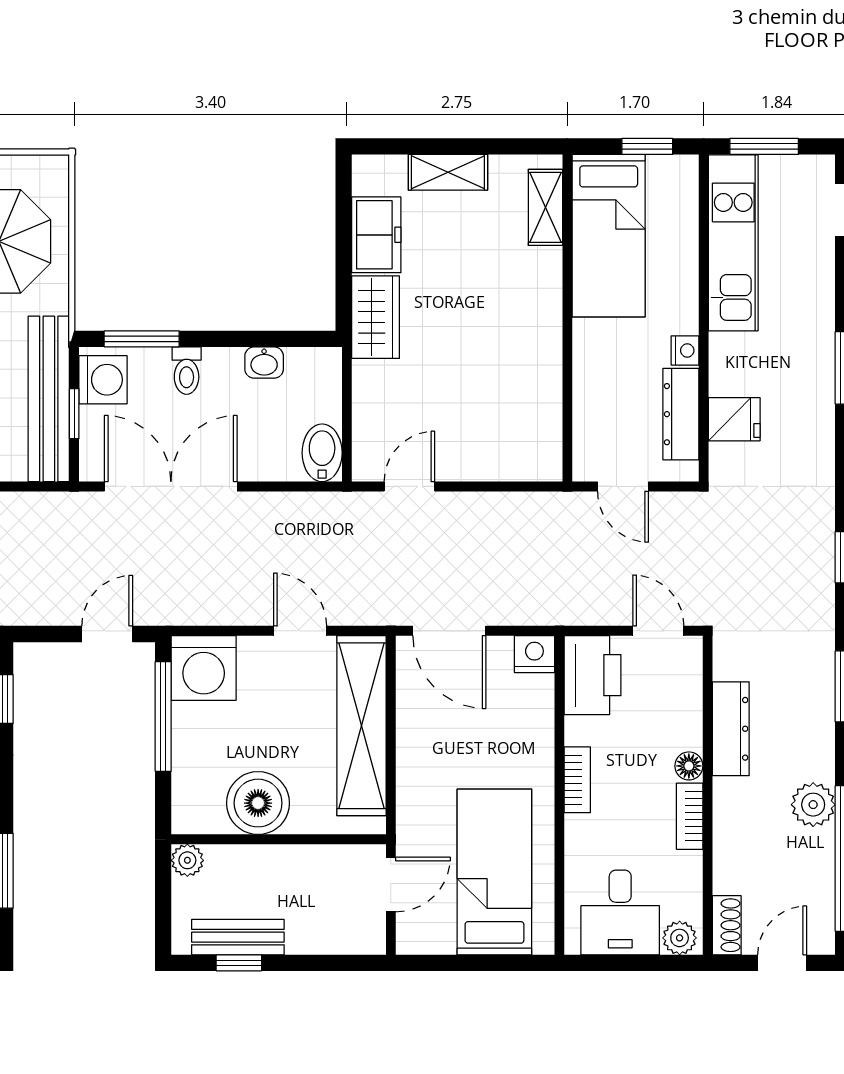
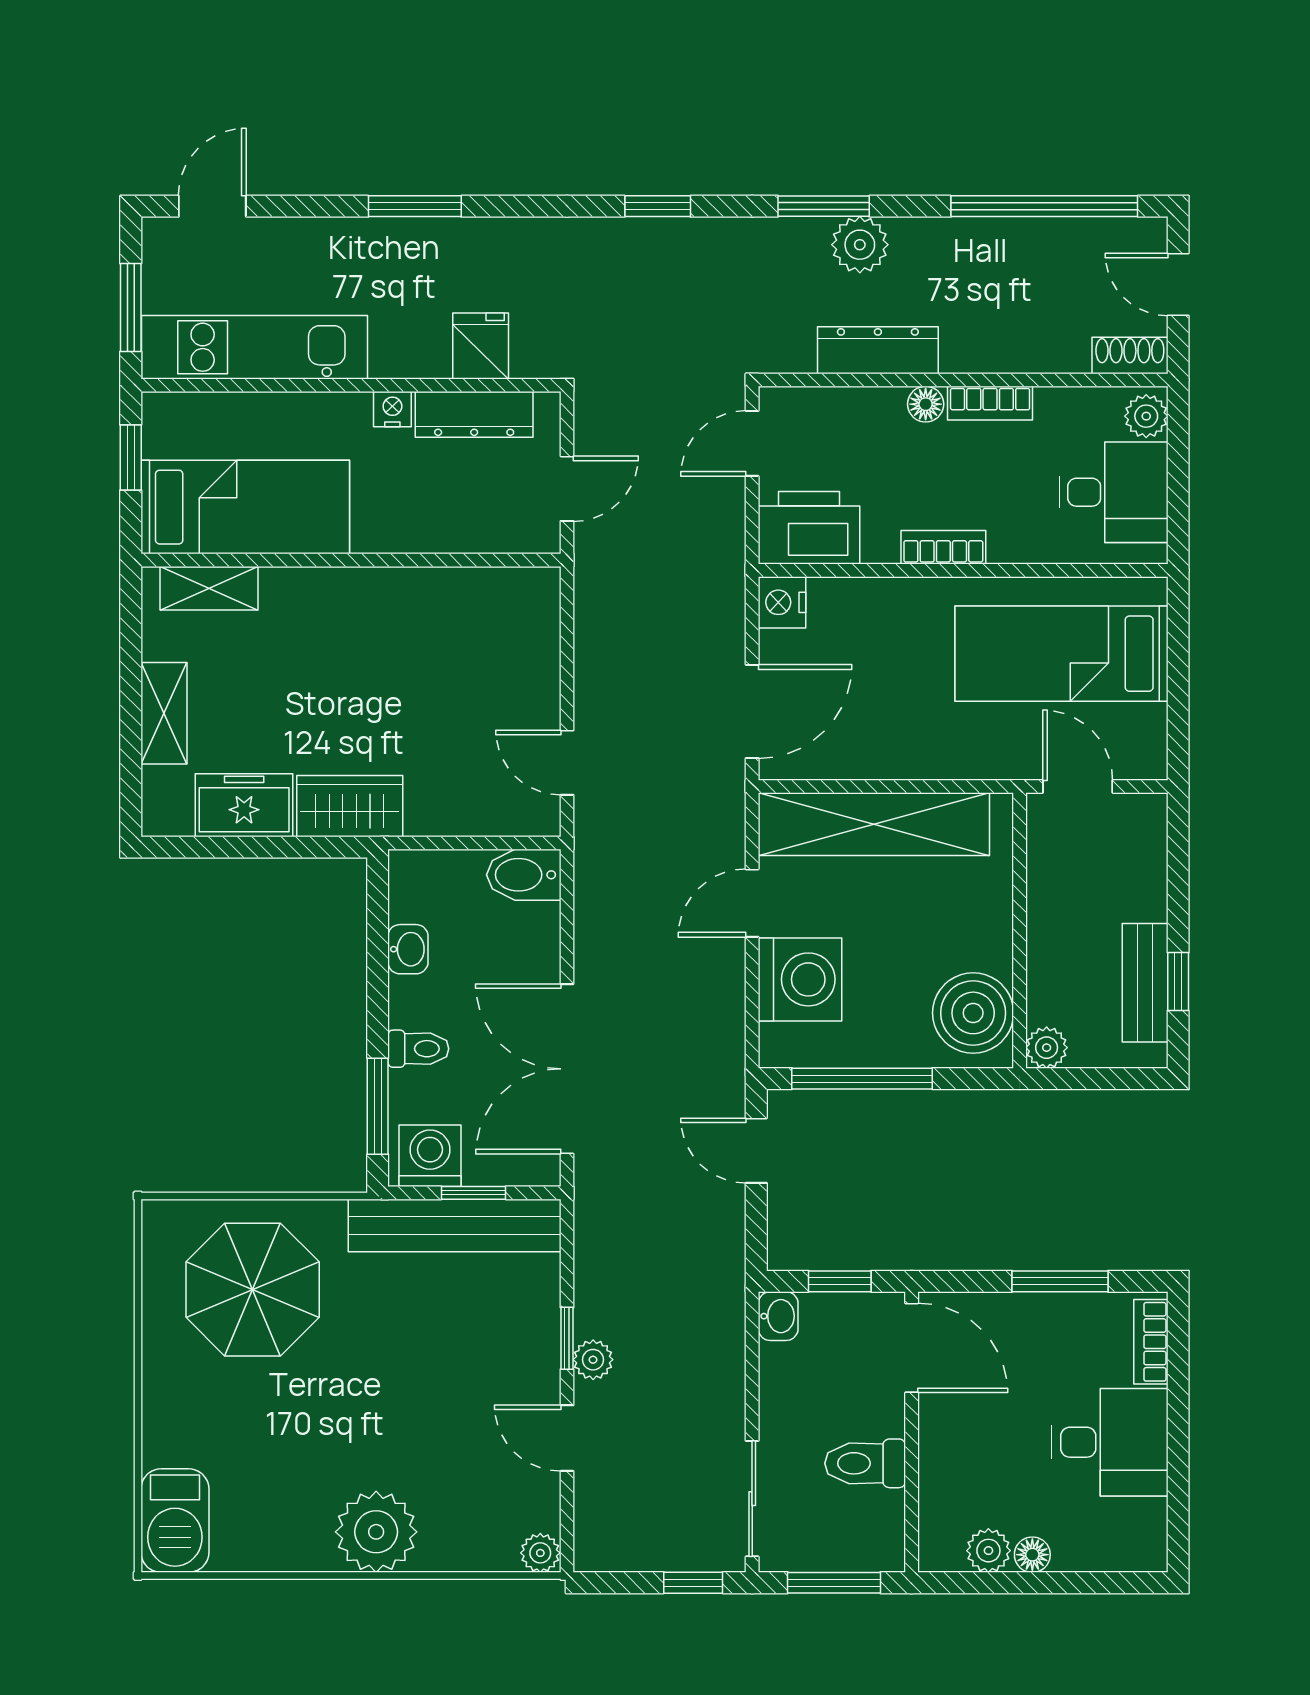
washing machine: (204, 668) -> (800, 979), moved
boiler: (258, 803) -> (973, 1013), moved
plant: (813, 805) -> (860, 245), moved

